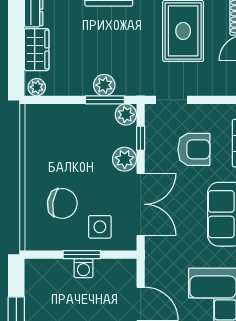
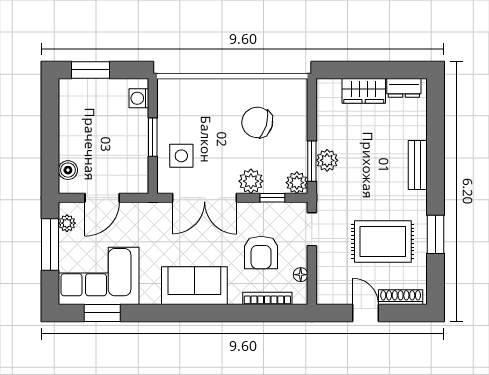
plant: (37, 87) -> (325, 91), removed
floor lamp: (215, 111) -> (301, 275), added
chair: (62, 203) -> (257, 122), moved, turned 98
washing machine: (83, 268) -> (139, 98), moved

